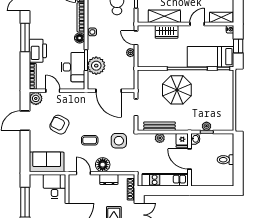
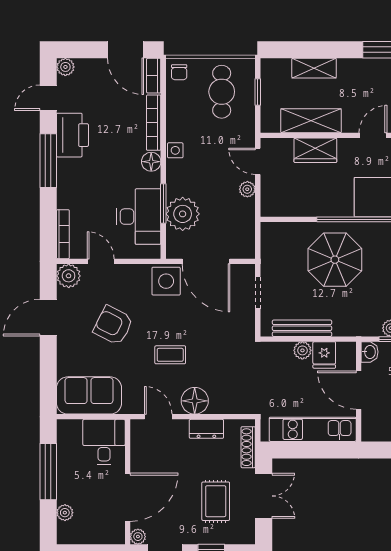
printer: (38, 51) -> (72, 135), moved
fridge: (182, 140) -> (324, 355), moved
side table: (119, 141) -> (166, 281), moved

